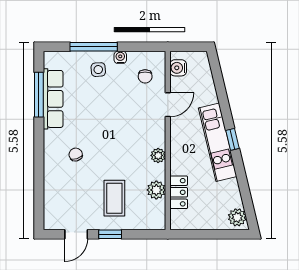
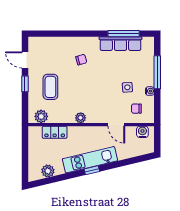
side table: (98, 70) -> (127, 87), moved
plant: (156, 190) -> (41, 116), moved
coffee table: (114, 198) -> (50, 87), turned 90
plant: (237, 217) -> (48, 171), moved

